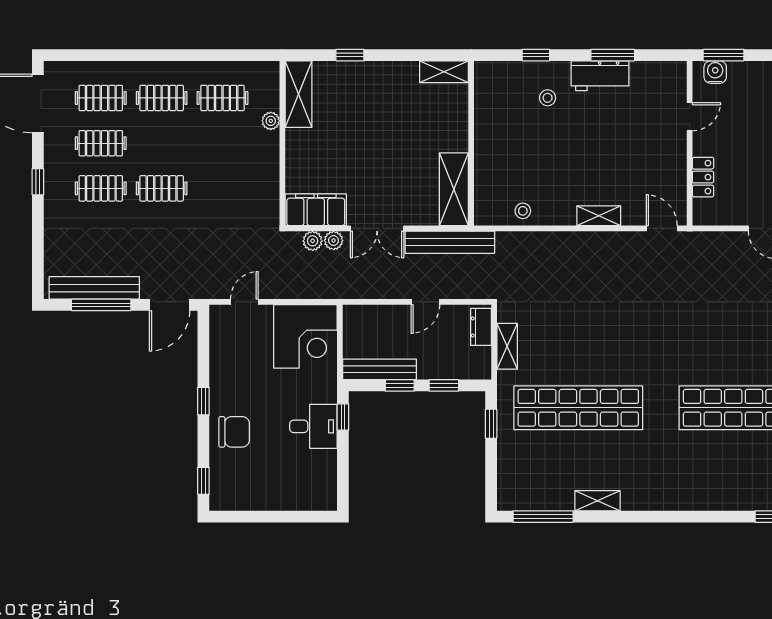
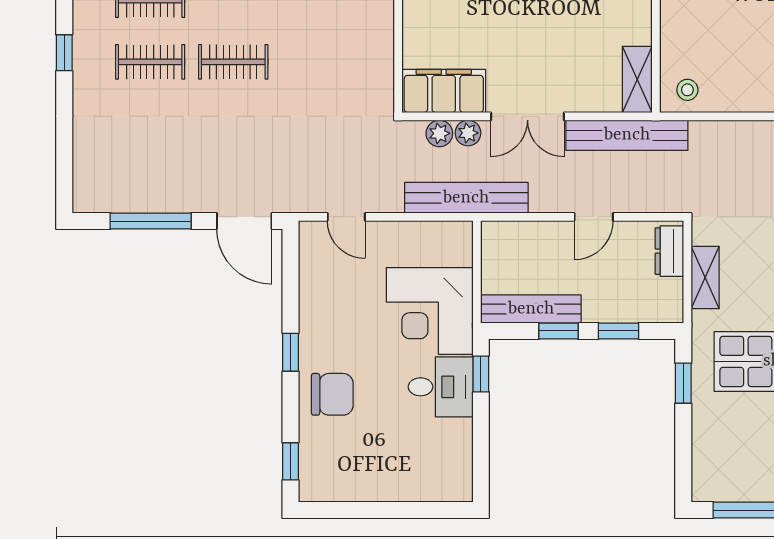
shelving: (454, 189) -> (637, 80), width x0.67, depth x0.75
stool: (523, 211) -> (687, 90), moved
bench: (94, 288) -> (466, 198), moved
door: (244, 302) -> (346, 217), swing flipped
door: (170, 305) -> (244, 221), hinge flipped
corner desk: (305, 336) -> (430, 311), moved, turned 90

